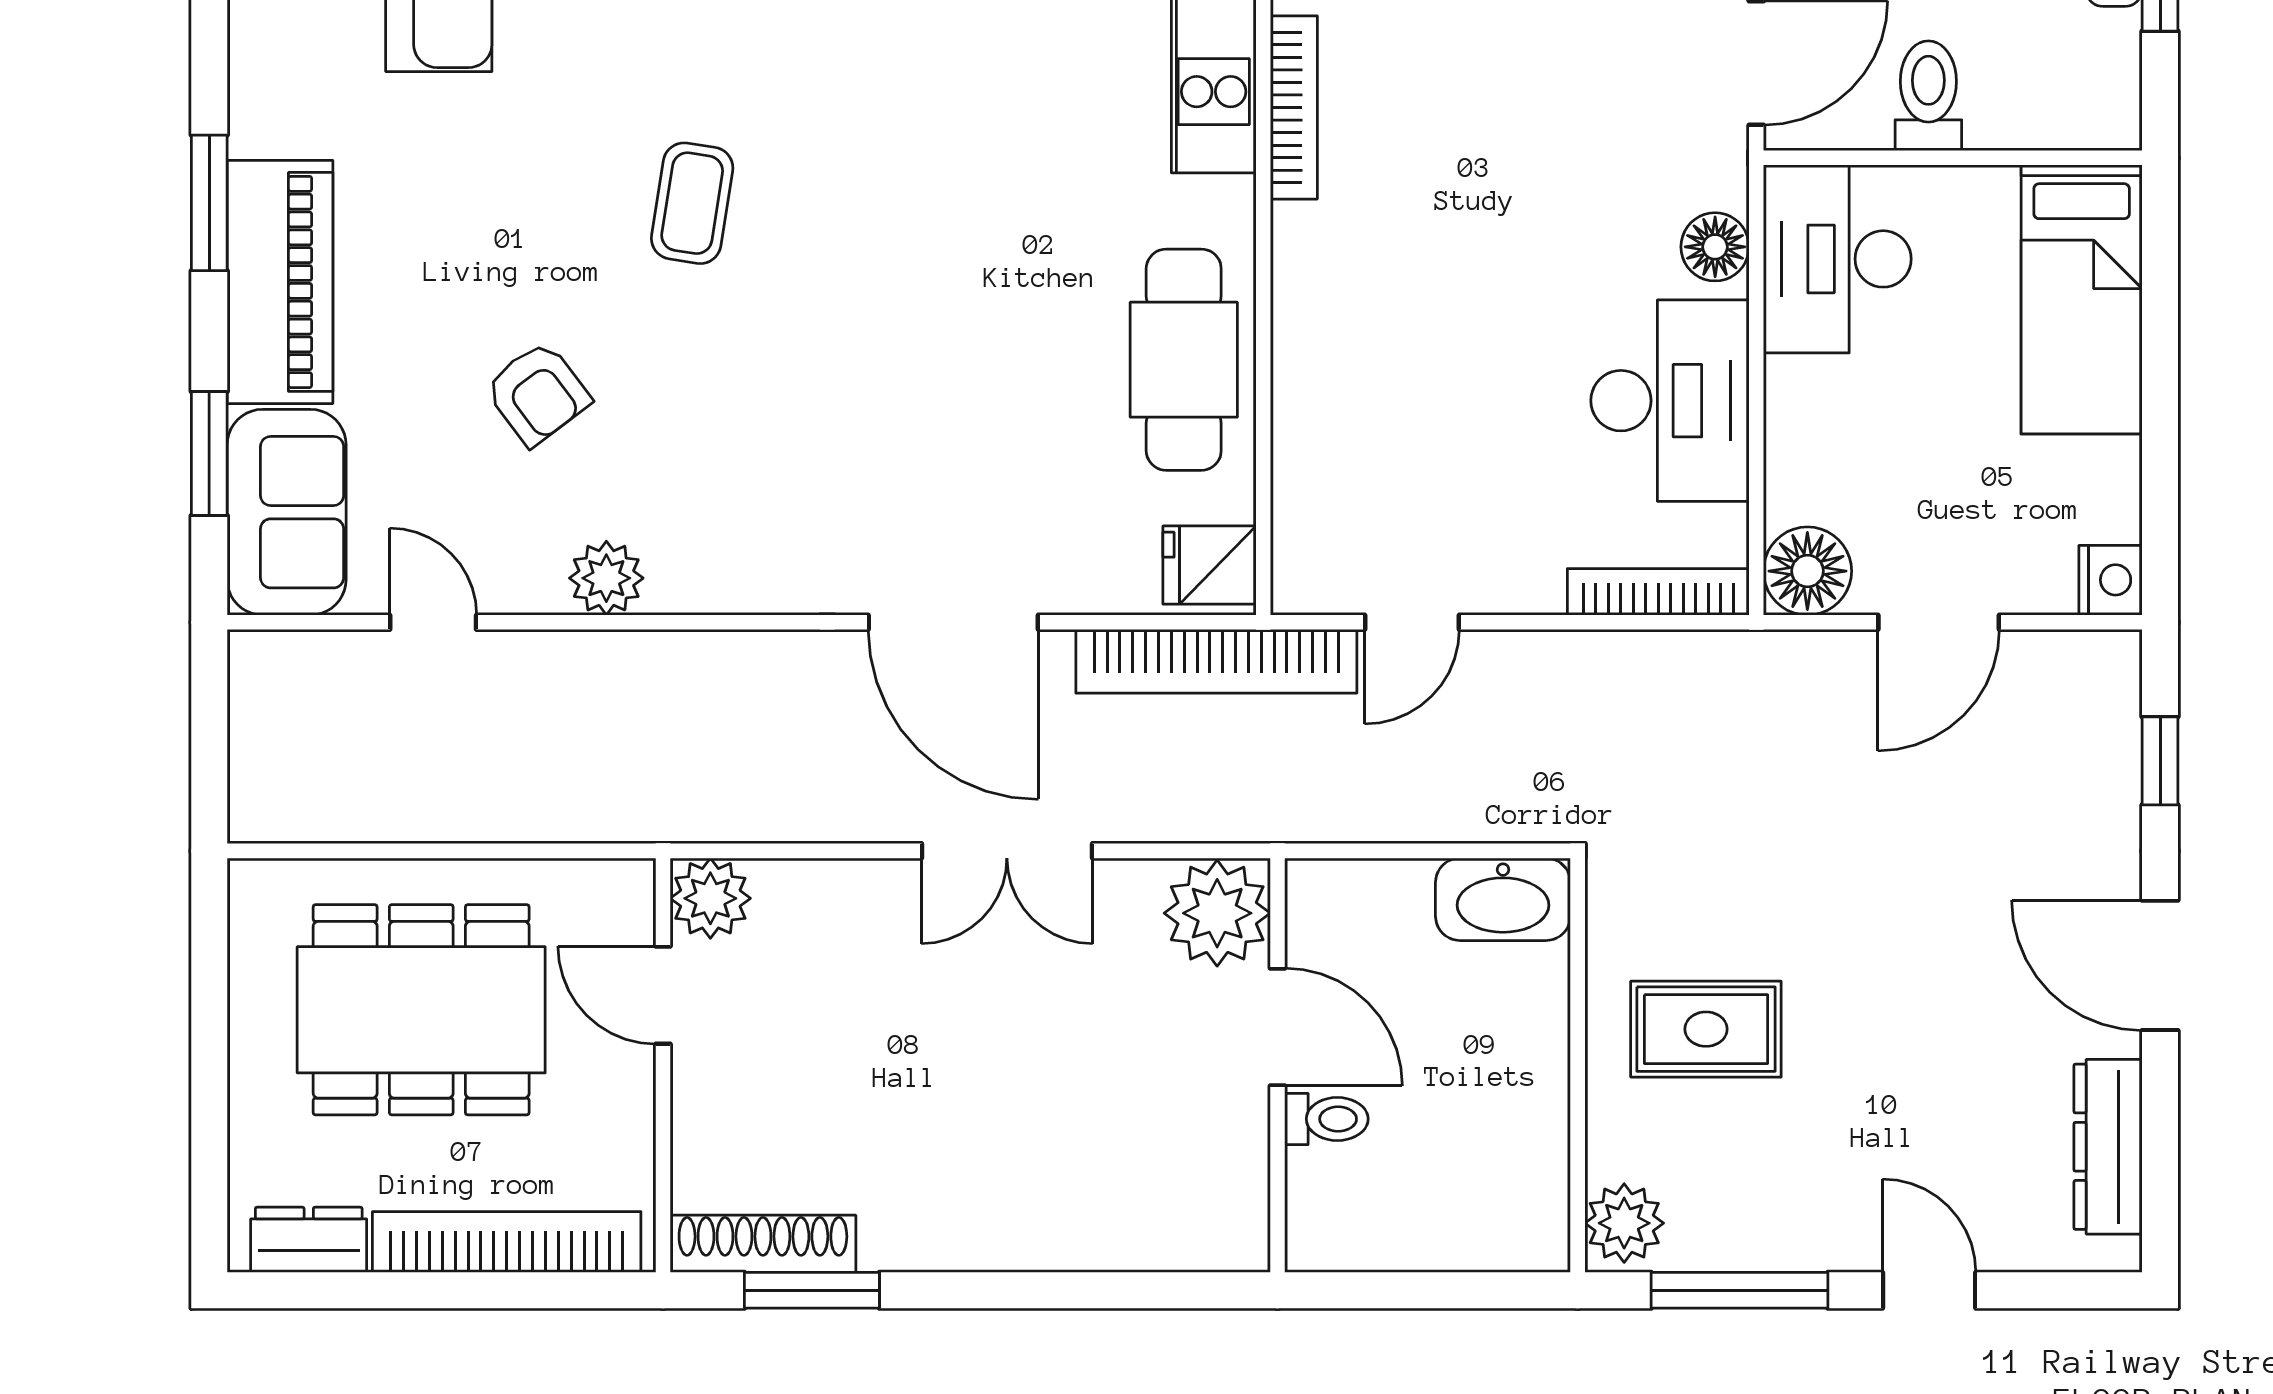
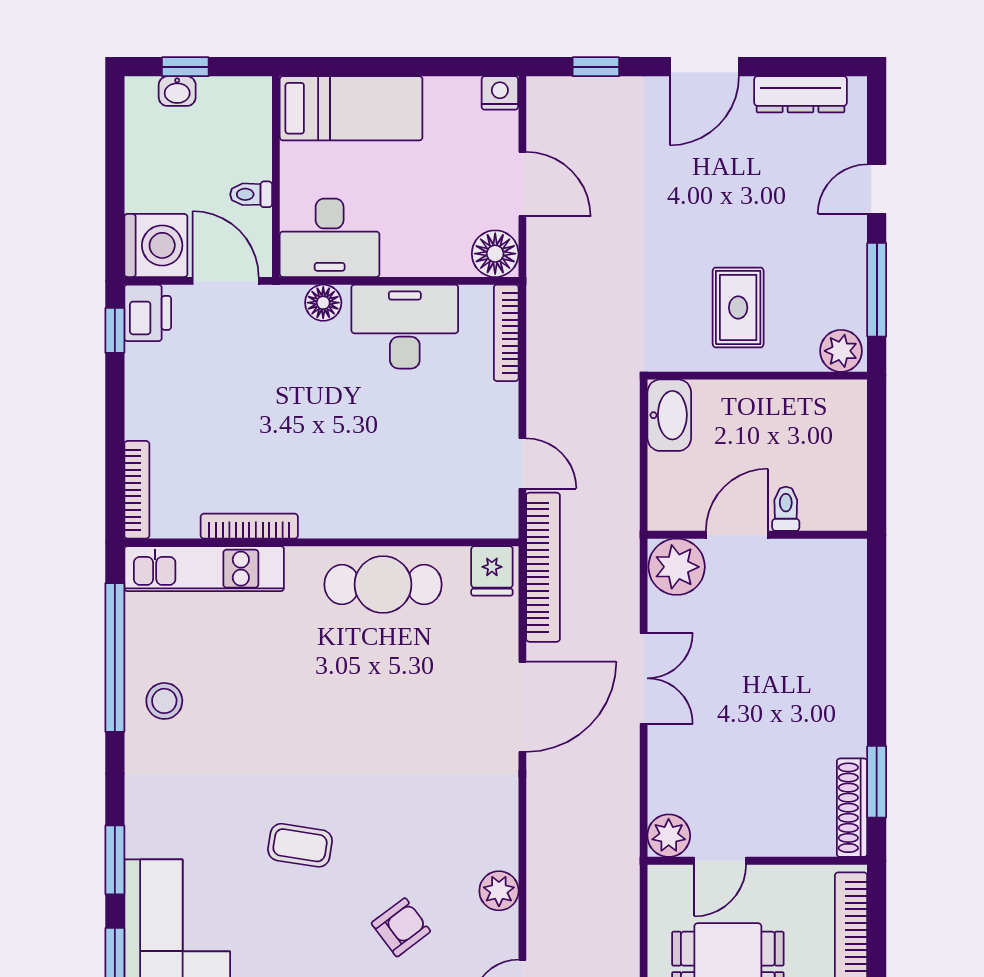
toilet: (1928, 96) -> (251, 194), width x0.73, depth x0.72

